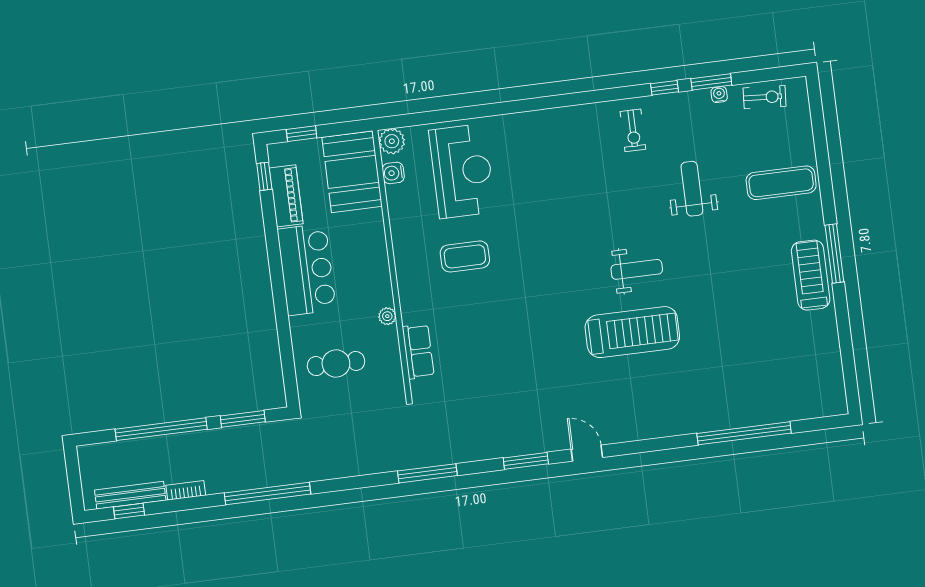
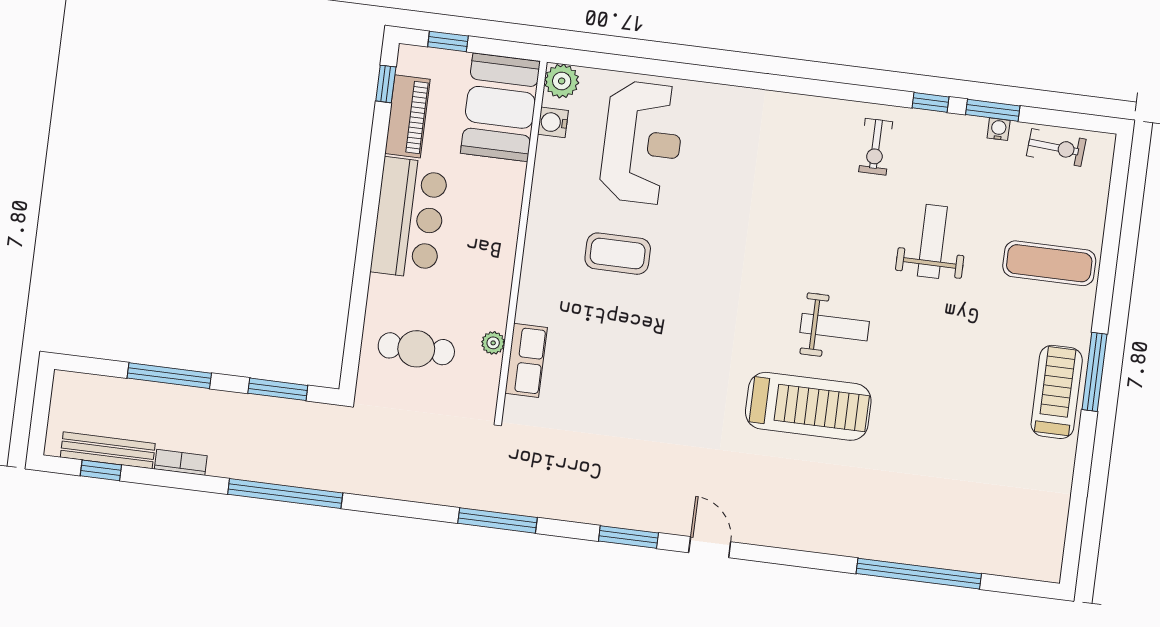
plant: (387, 316) -> (493, 343), moved
window: (161, 429) -> (169, 376), width x0.68

